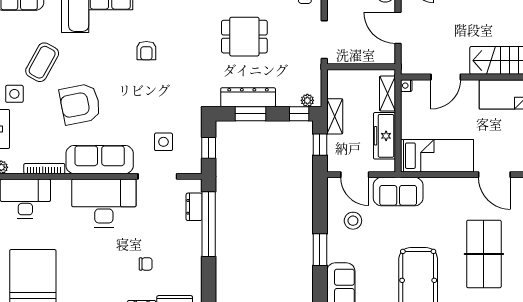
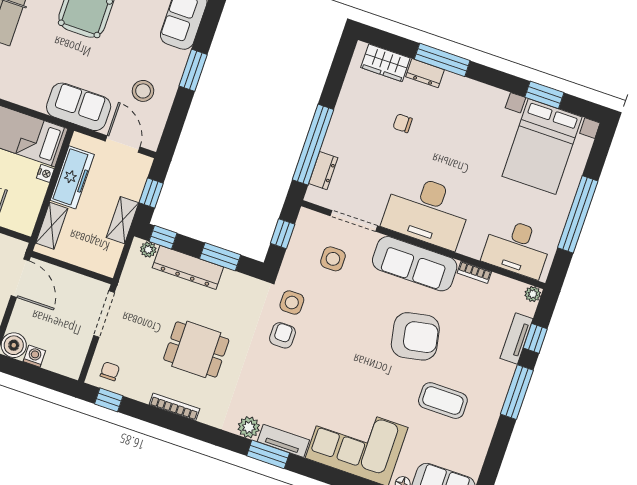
door: (398, 28) -> (20, 278), moved
armchair: (146, 51) -> (282, 335), moved
coffee table: (42, 62) -> (443, 401), turned 61
nightstand: (406, 86) -> (45, 173), moved
side table: (14, 94) -> (292, 303), moved
dresser: (248, 97) -> (188, 267), moved
bookcase: (44, 169) -> (474, 272), width x0.64

